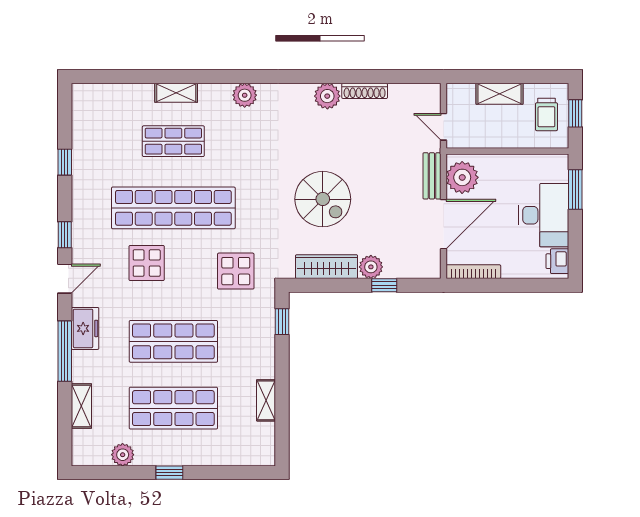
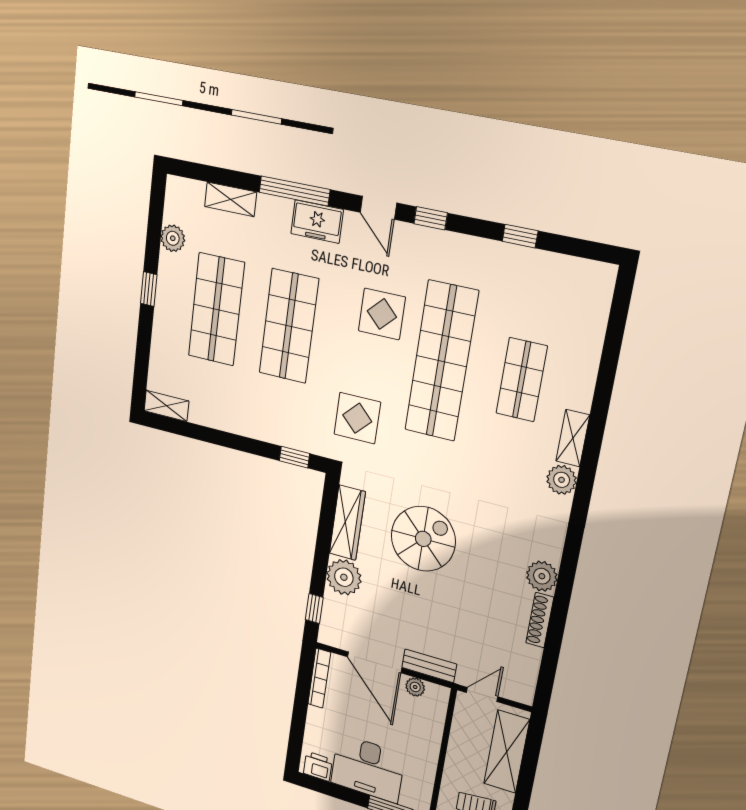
shelving: (176, 93) -> (573, 438), moved
shelving: (500, 94) -> (507, 752), width x1.50, depth x1.33
plant: (462, 177) -> (415, 687), width x0.53, depth x0.53
spiral stairs: (323, 199) -> (423, 539), turned 180
plant: (371, 267) -> (344, 577), width x1.36, depth x1.36
window: (384, 285) -> (314, 609), moved
shelving: (266, 400) -> (166, 406), moved

